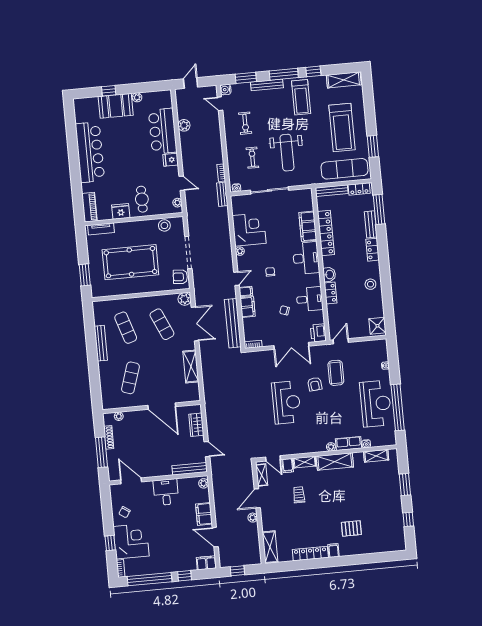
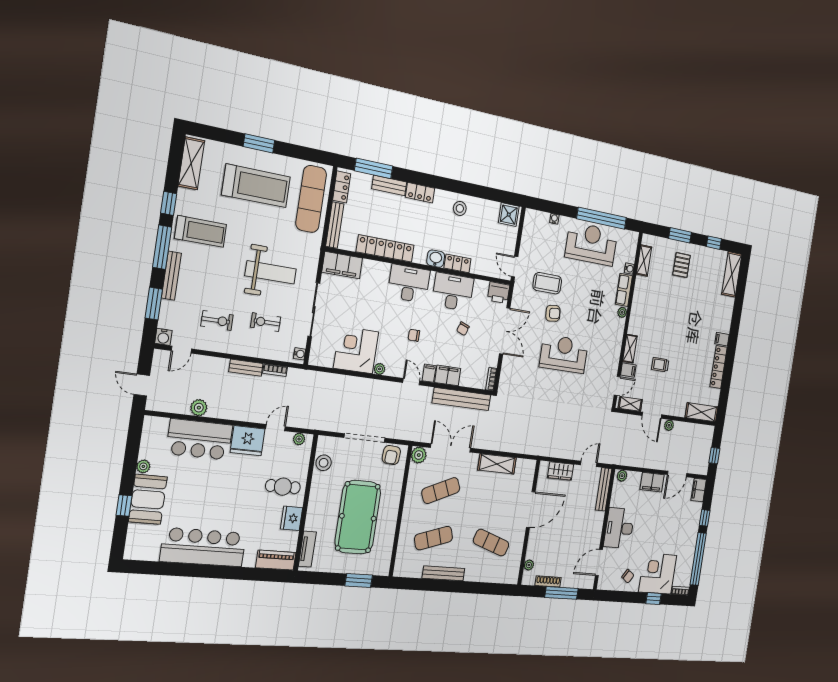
window: (373, 146) -> (259, 143), moved
fridge: (171, 160) -> (248, 441), width x1.88, depth x1.34
bench: (222, 194) -> (246, 368), moved
filing cabinet: (308, 226) -> (342, 265), moved
desk: (310, 299) -> (453, 292), width x1.37
shelving: (335, 462) -> (732, 274), moved
desk: (166, 492) -> (619, 528), width x1.37
pallet: (351, 528) -> (682, 265), moved

